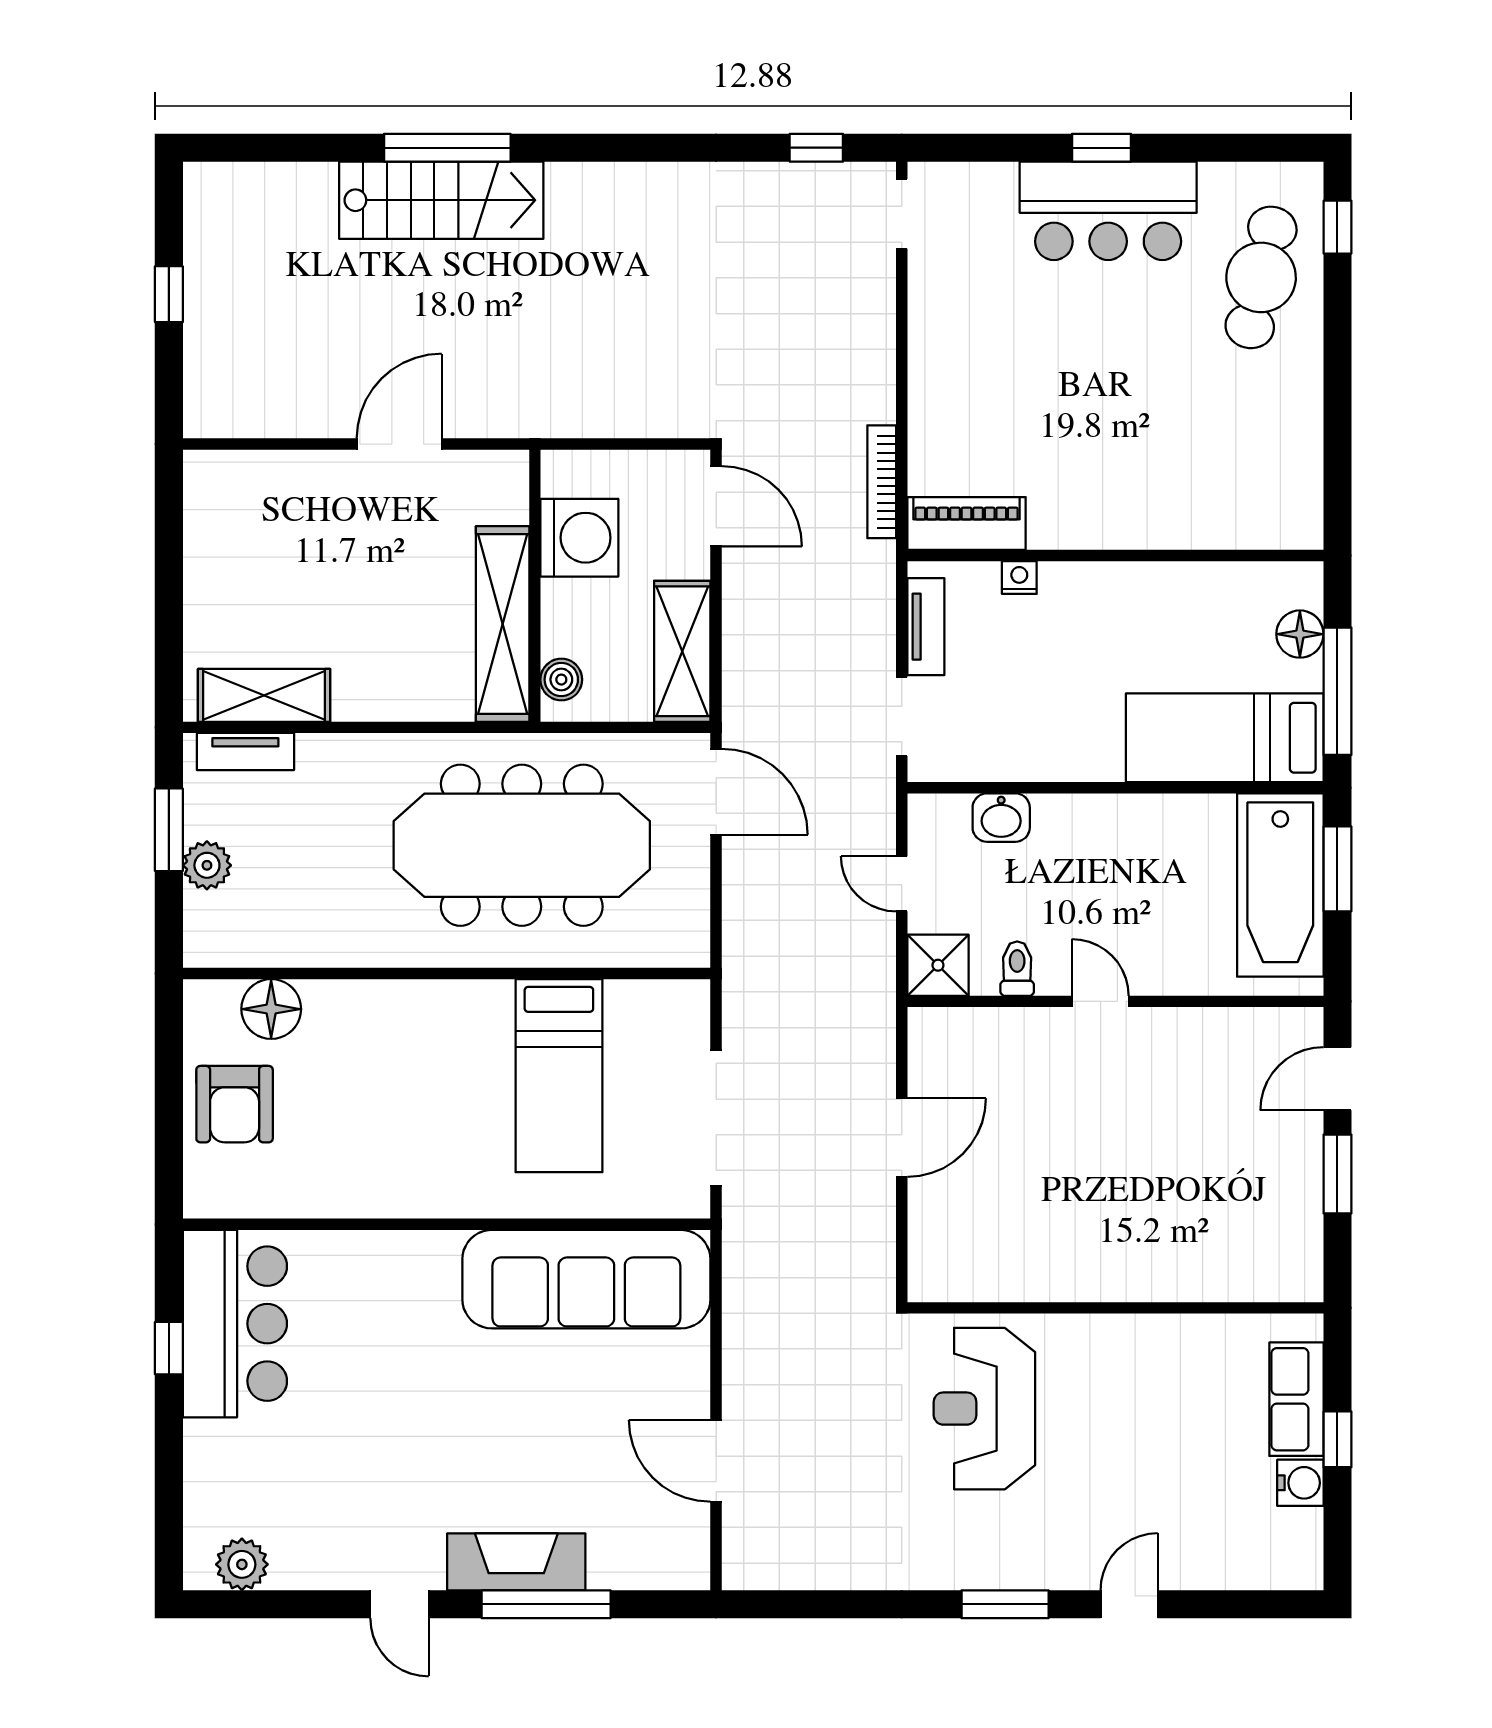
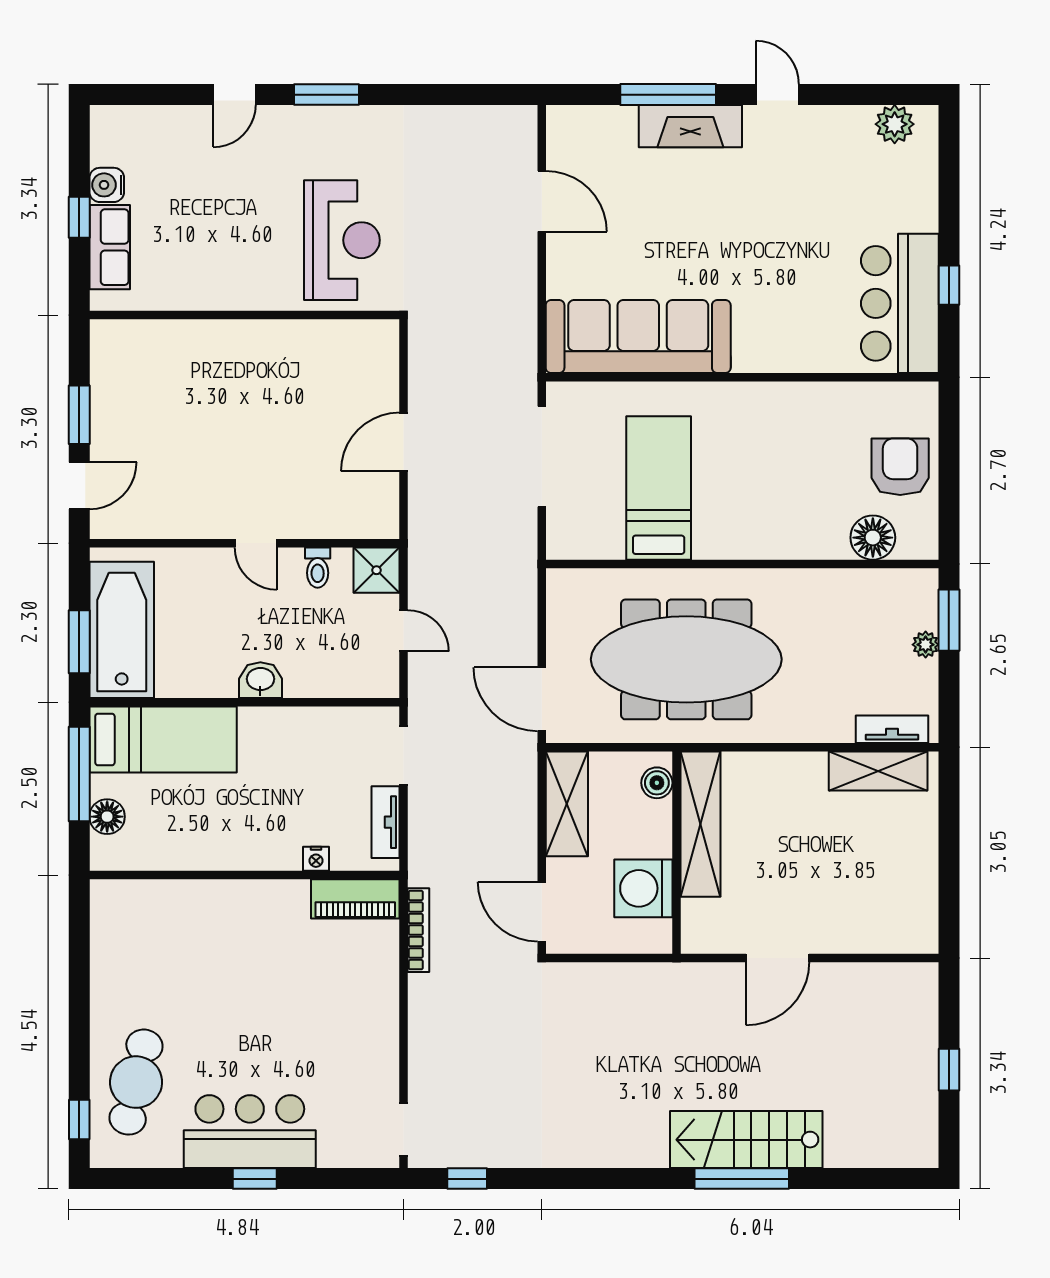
washbasin: (1001, 818) -> (260, 680), moved
window: (169, 830) -> (949, 620), moved
plant: (207, 865) -> (926, 645), width x0.73, depth x0.73

